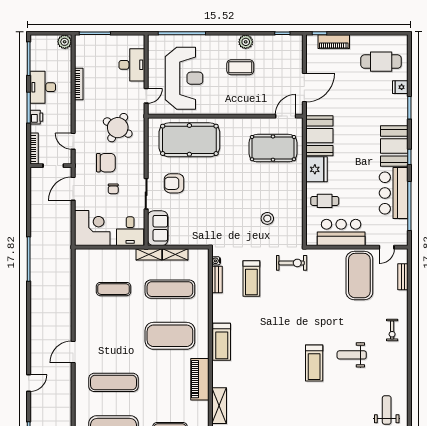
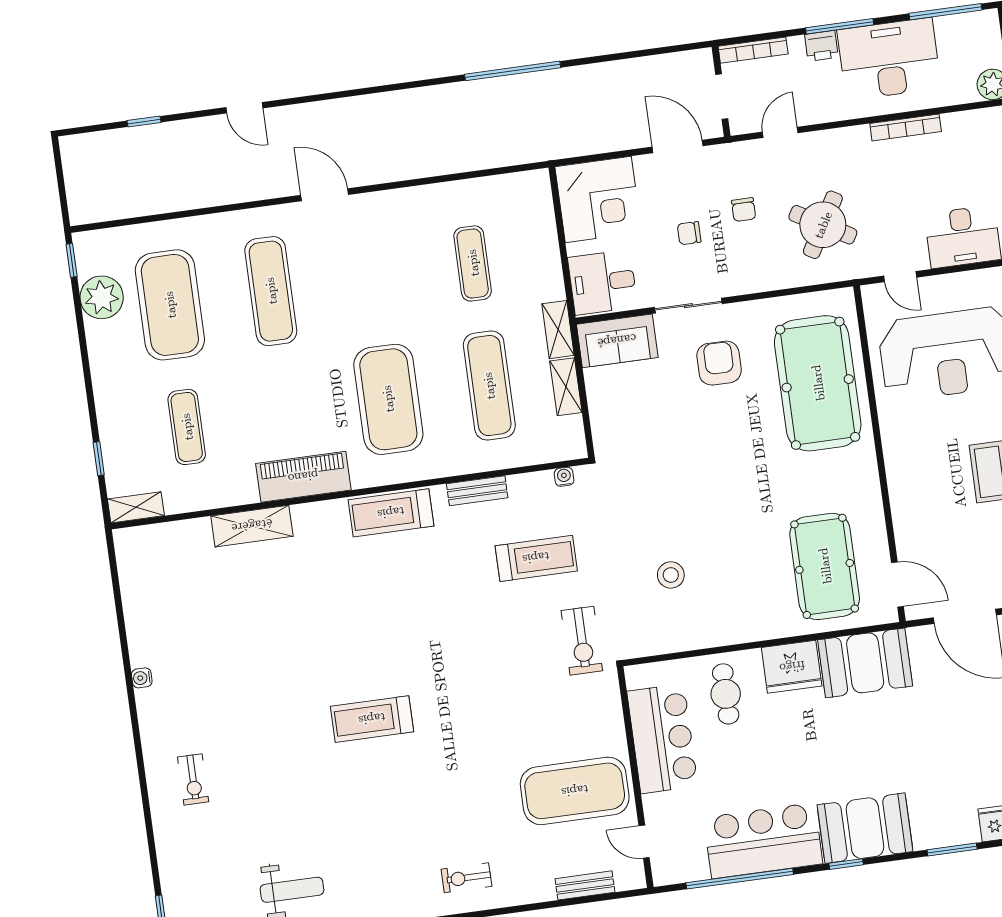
desk: (43, 87) -> (889, 59), width x1.36, depth x1.30
chair: (106, 163) -> (744, 210), width x0.54, depth x0.54
bench: (217, 279) -> (477, 491), moved
treadmill: (251, 279) -> (536, 558), turned 180
weight bench: (352, 355) -> (401, 798), removed

